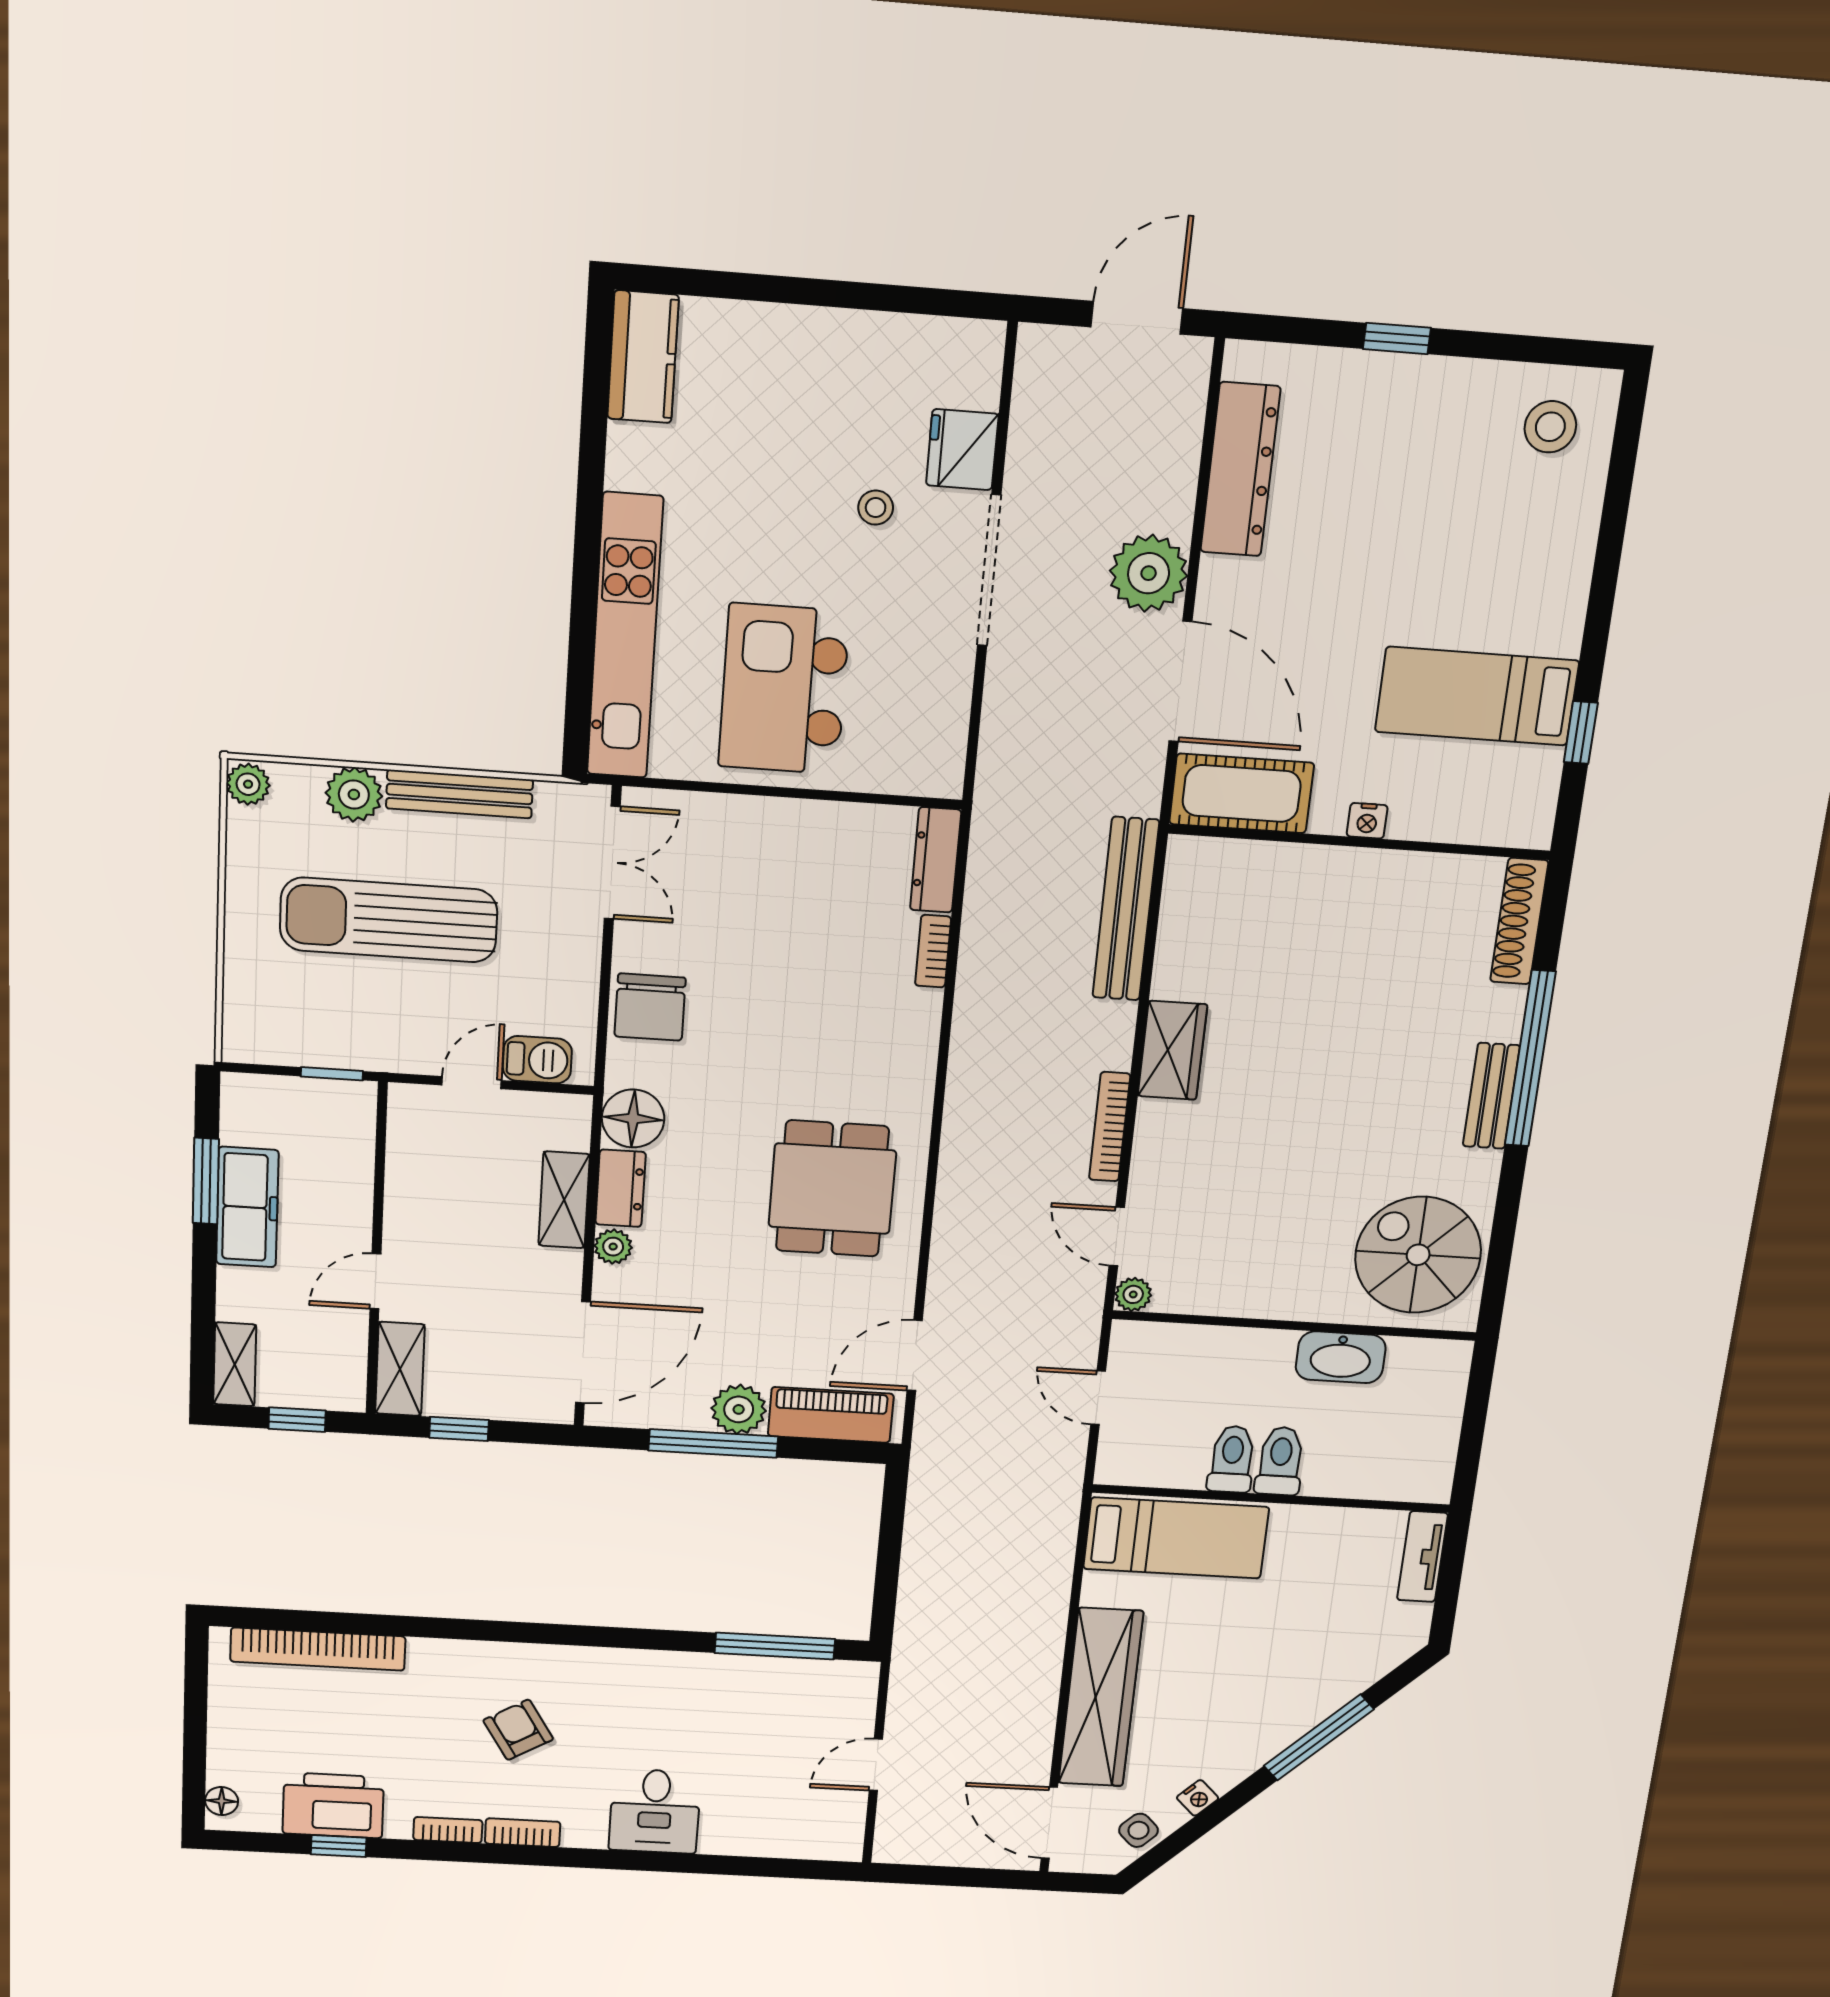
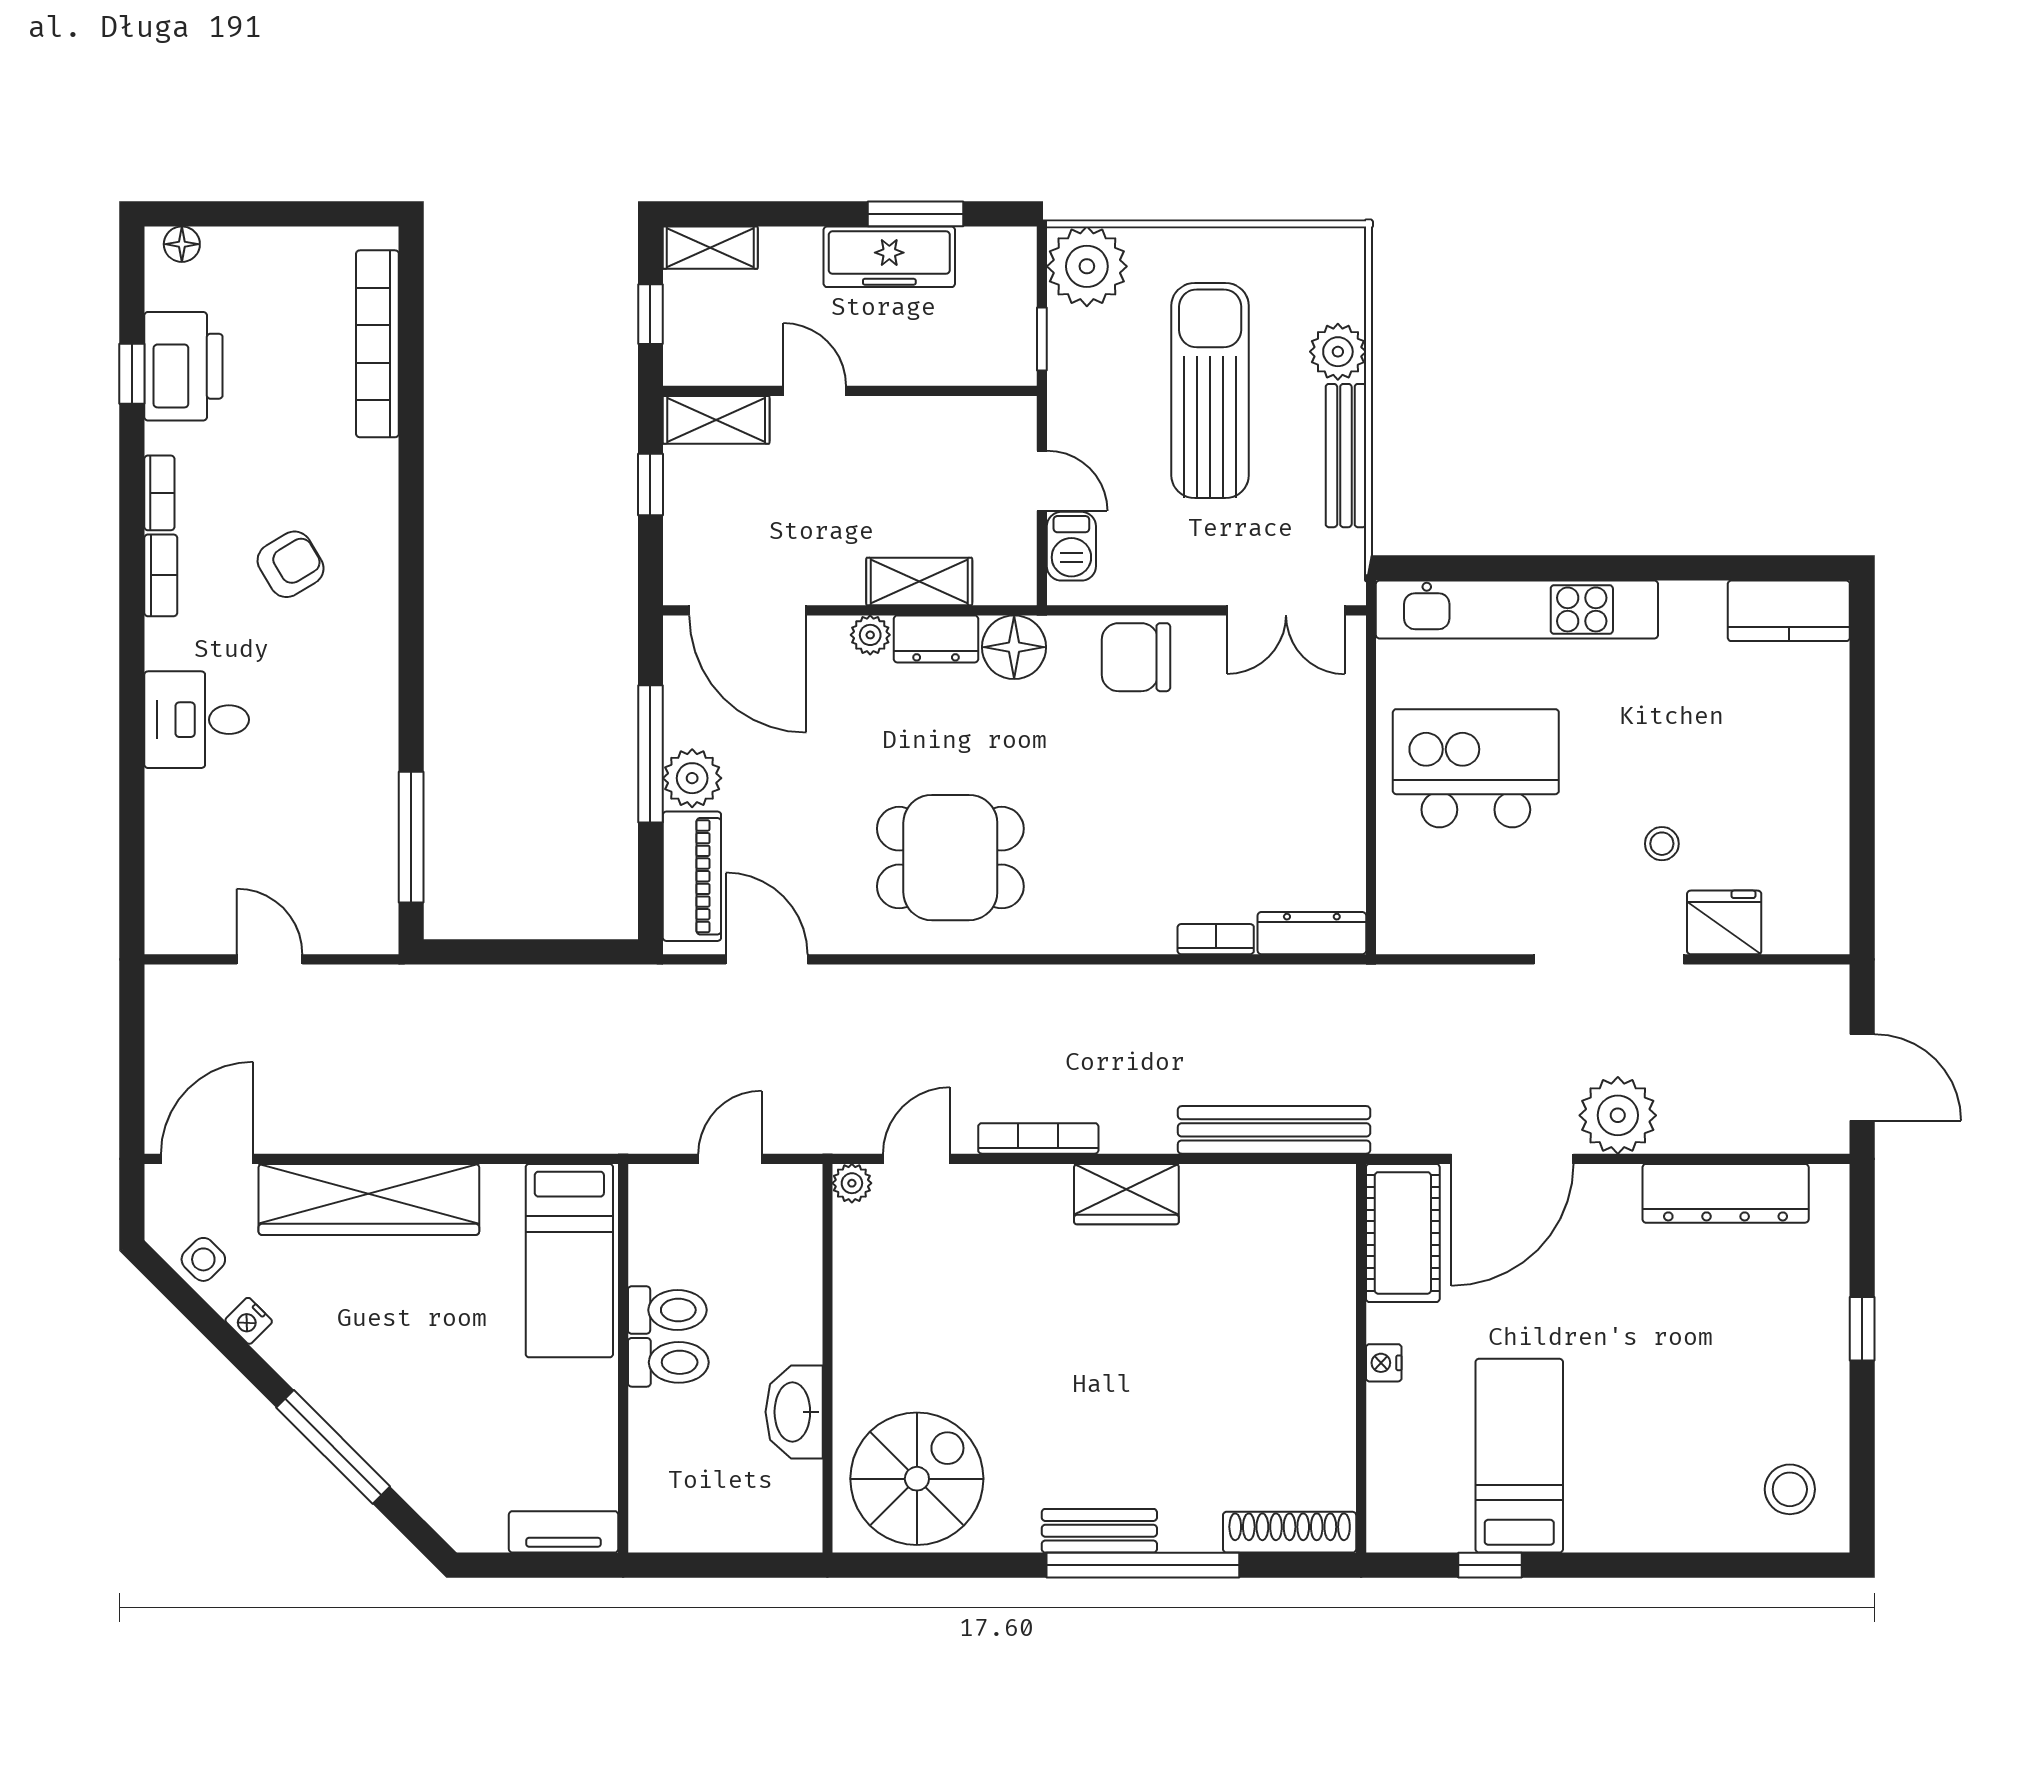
plant: (248, 784) -> (1087, 266), moved, width x1.88, depth x1.88

